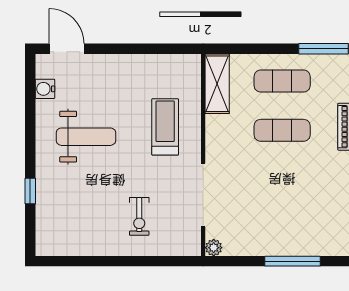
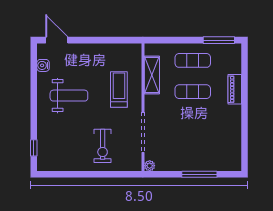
shelving: (217, 84) -> (152, 75), moved
window: (30, 191) -> (34, 148), moved
exercise bike: (139, 216) -> (103, 146), width x1.38, depth x1.39

